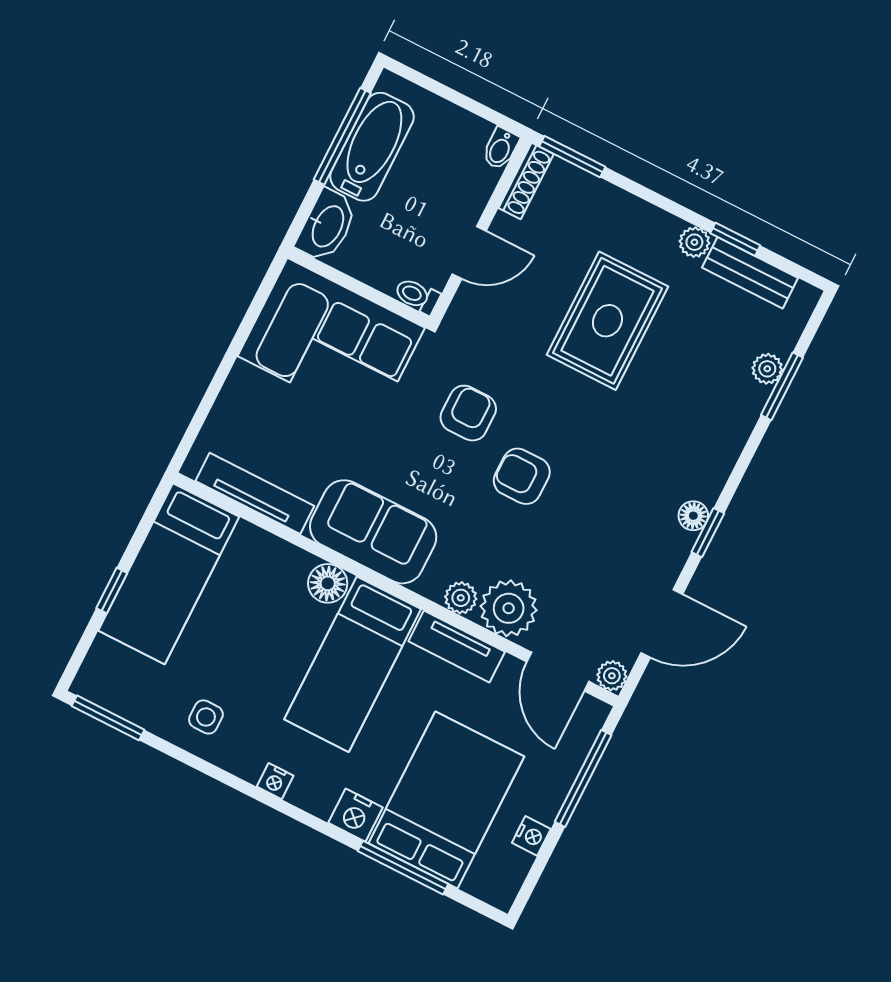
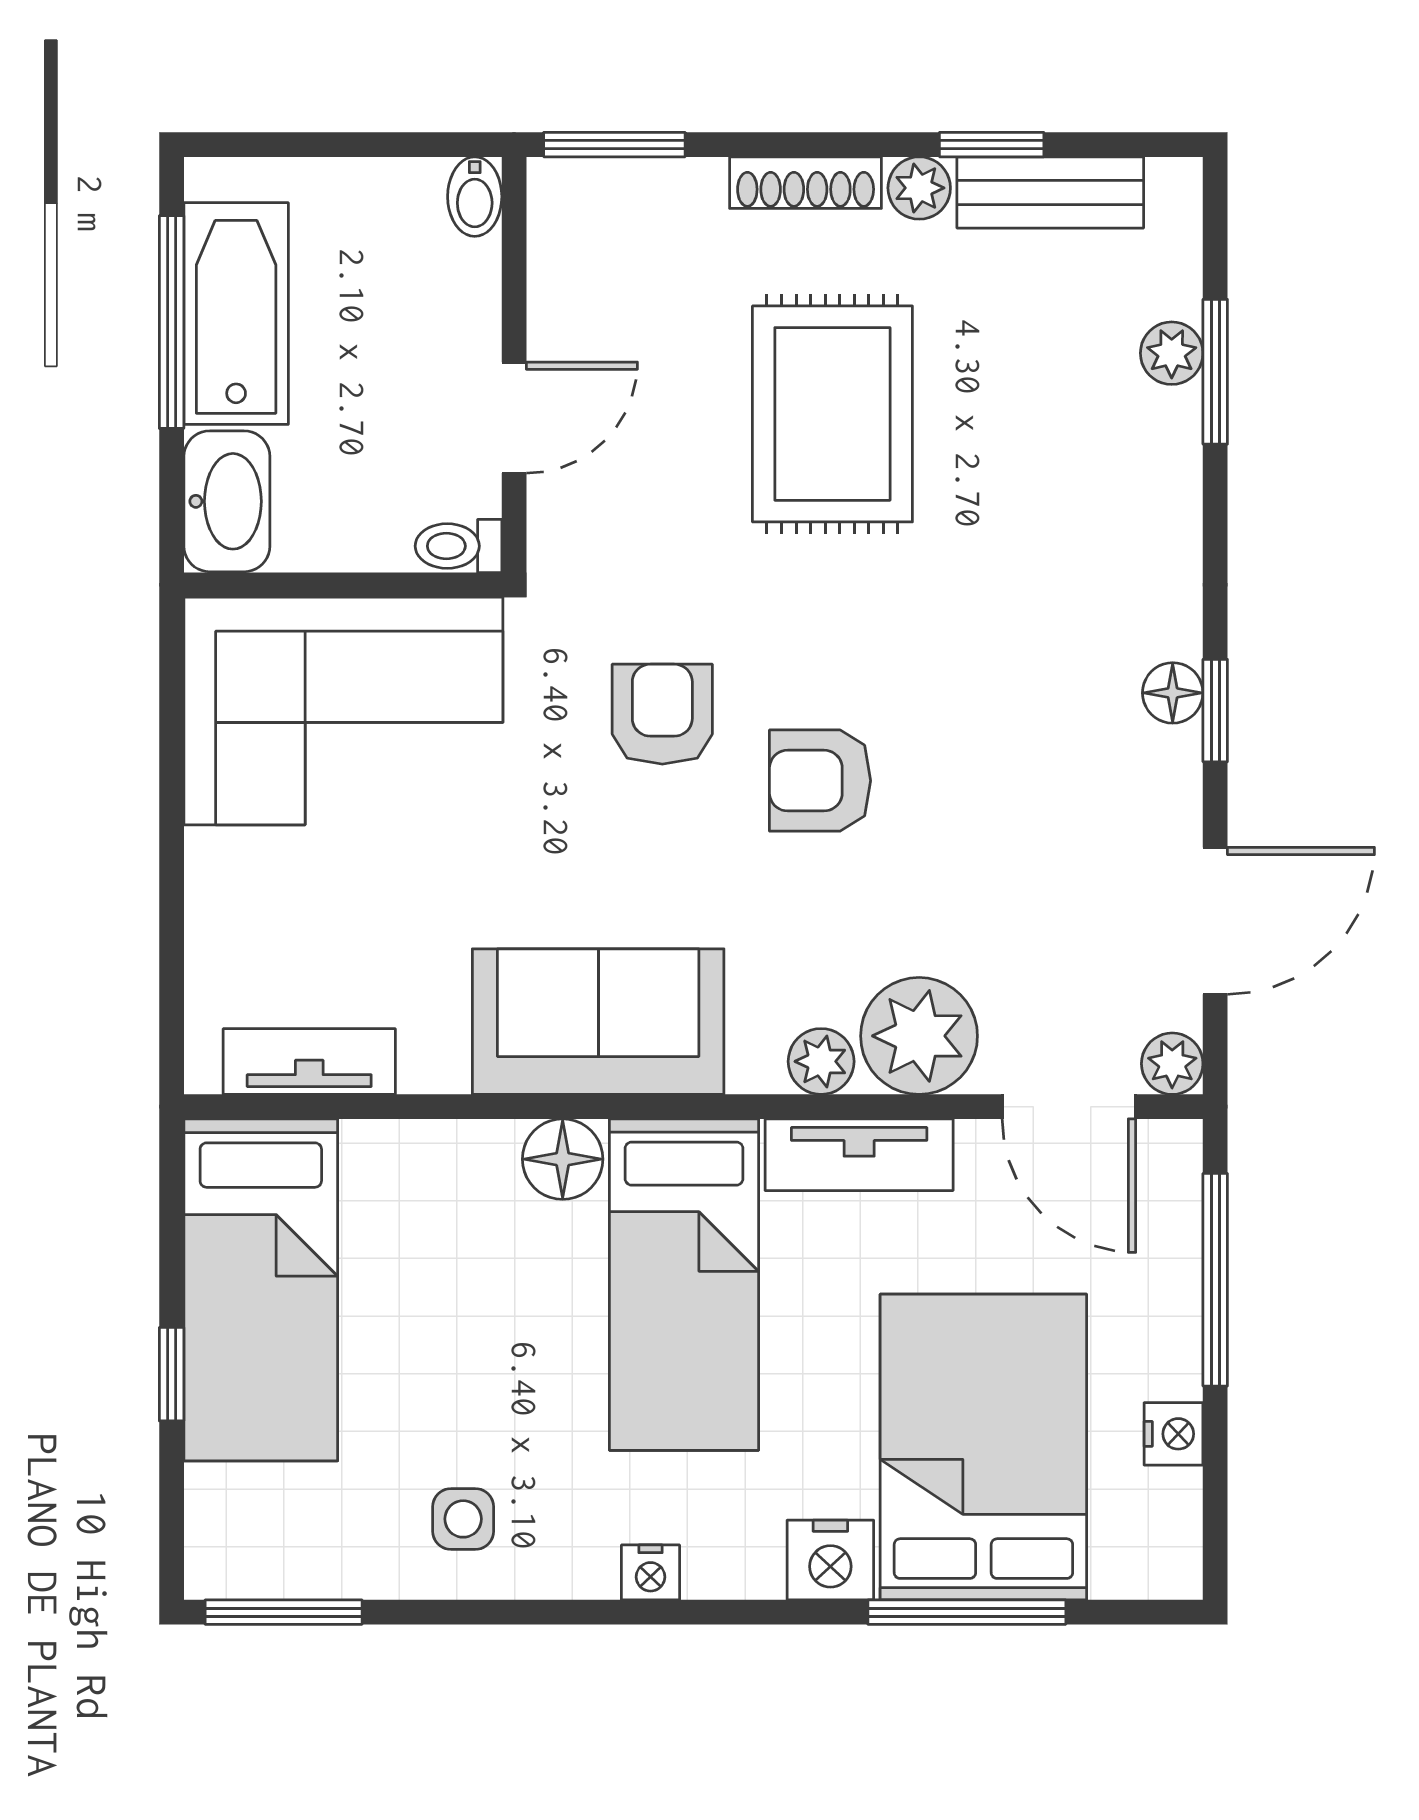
shoe rack: (526, 181) -> (806, 183), moved, turned 90
tv unit: (255, 493) -> (309, 1062), width x0.71

